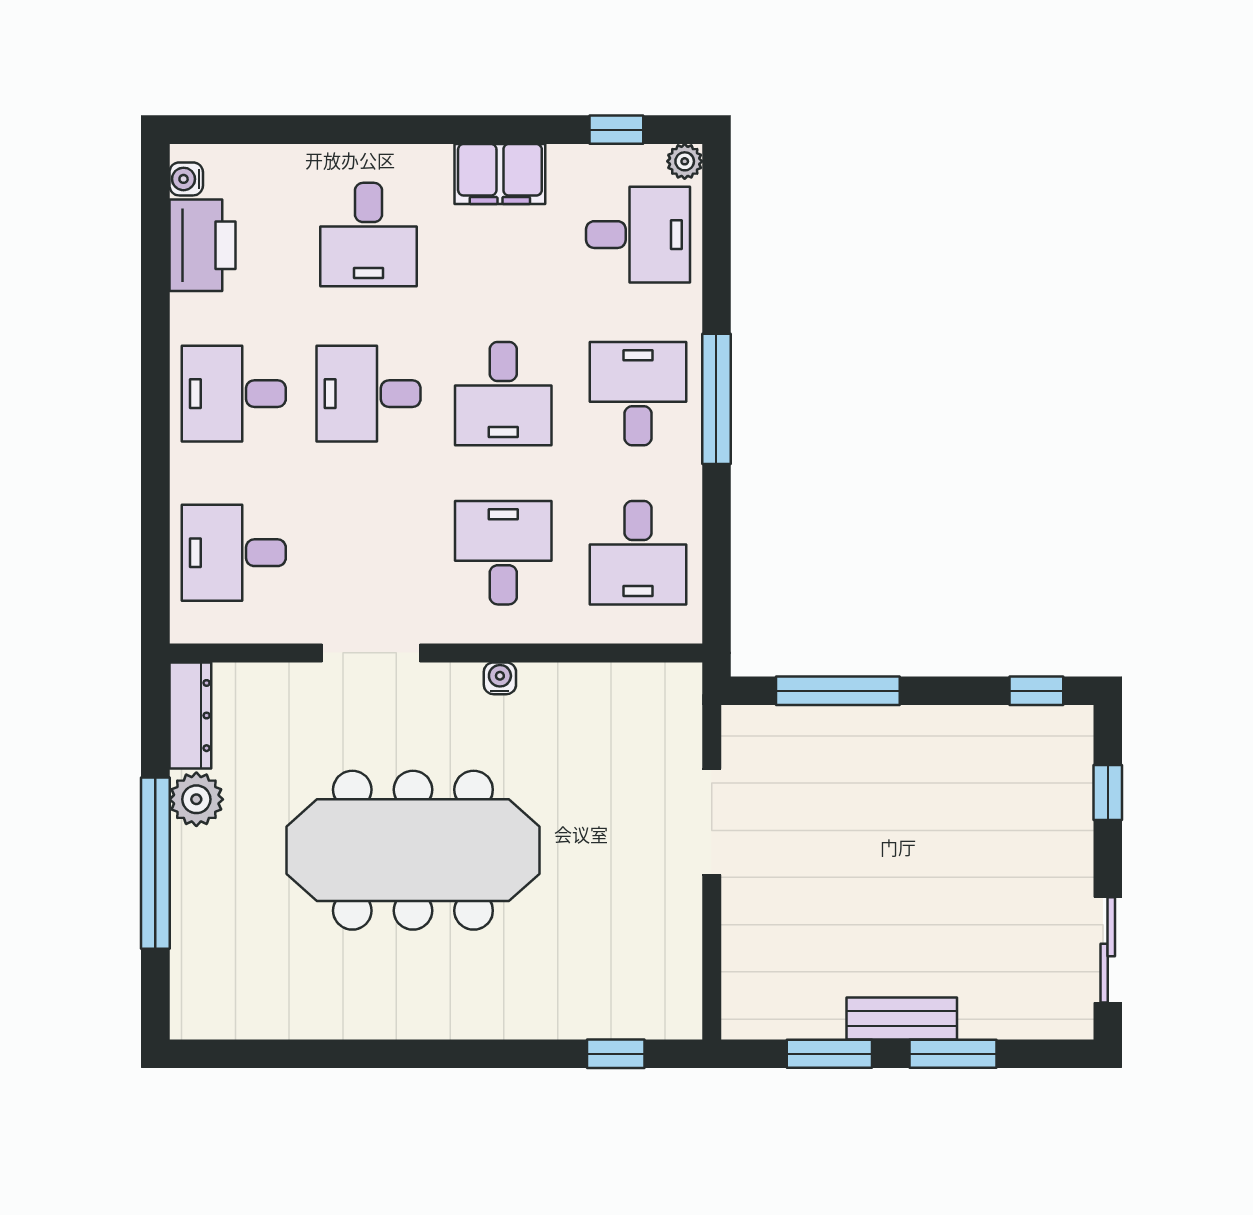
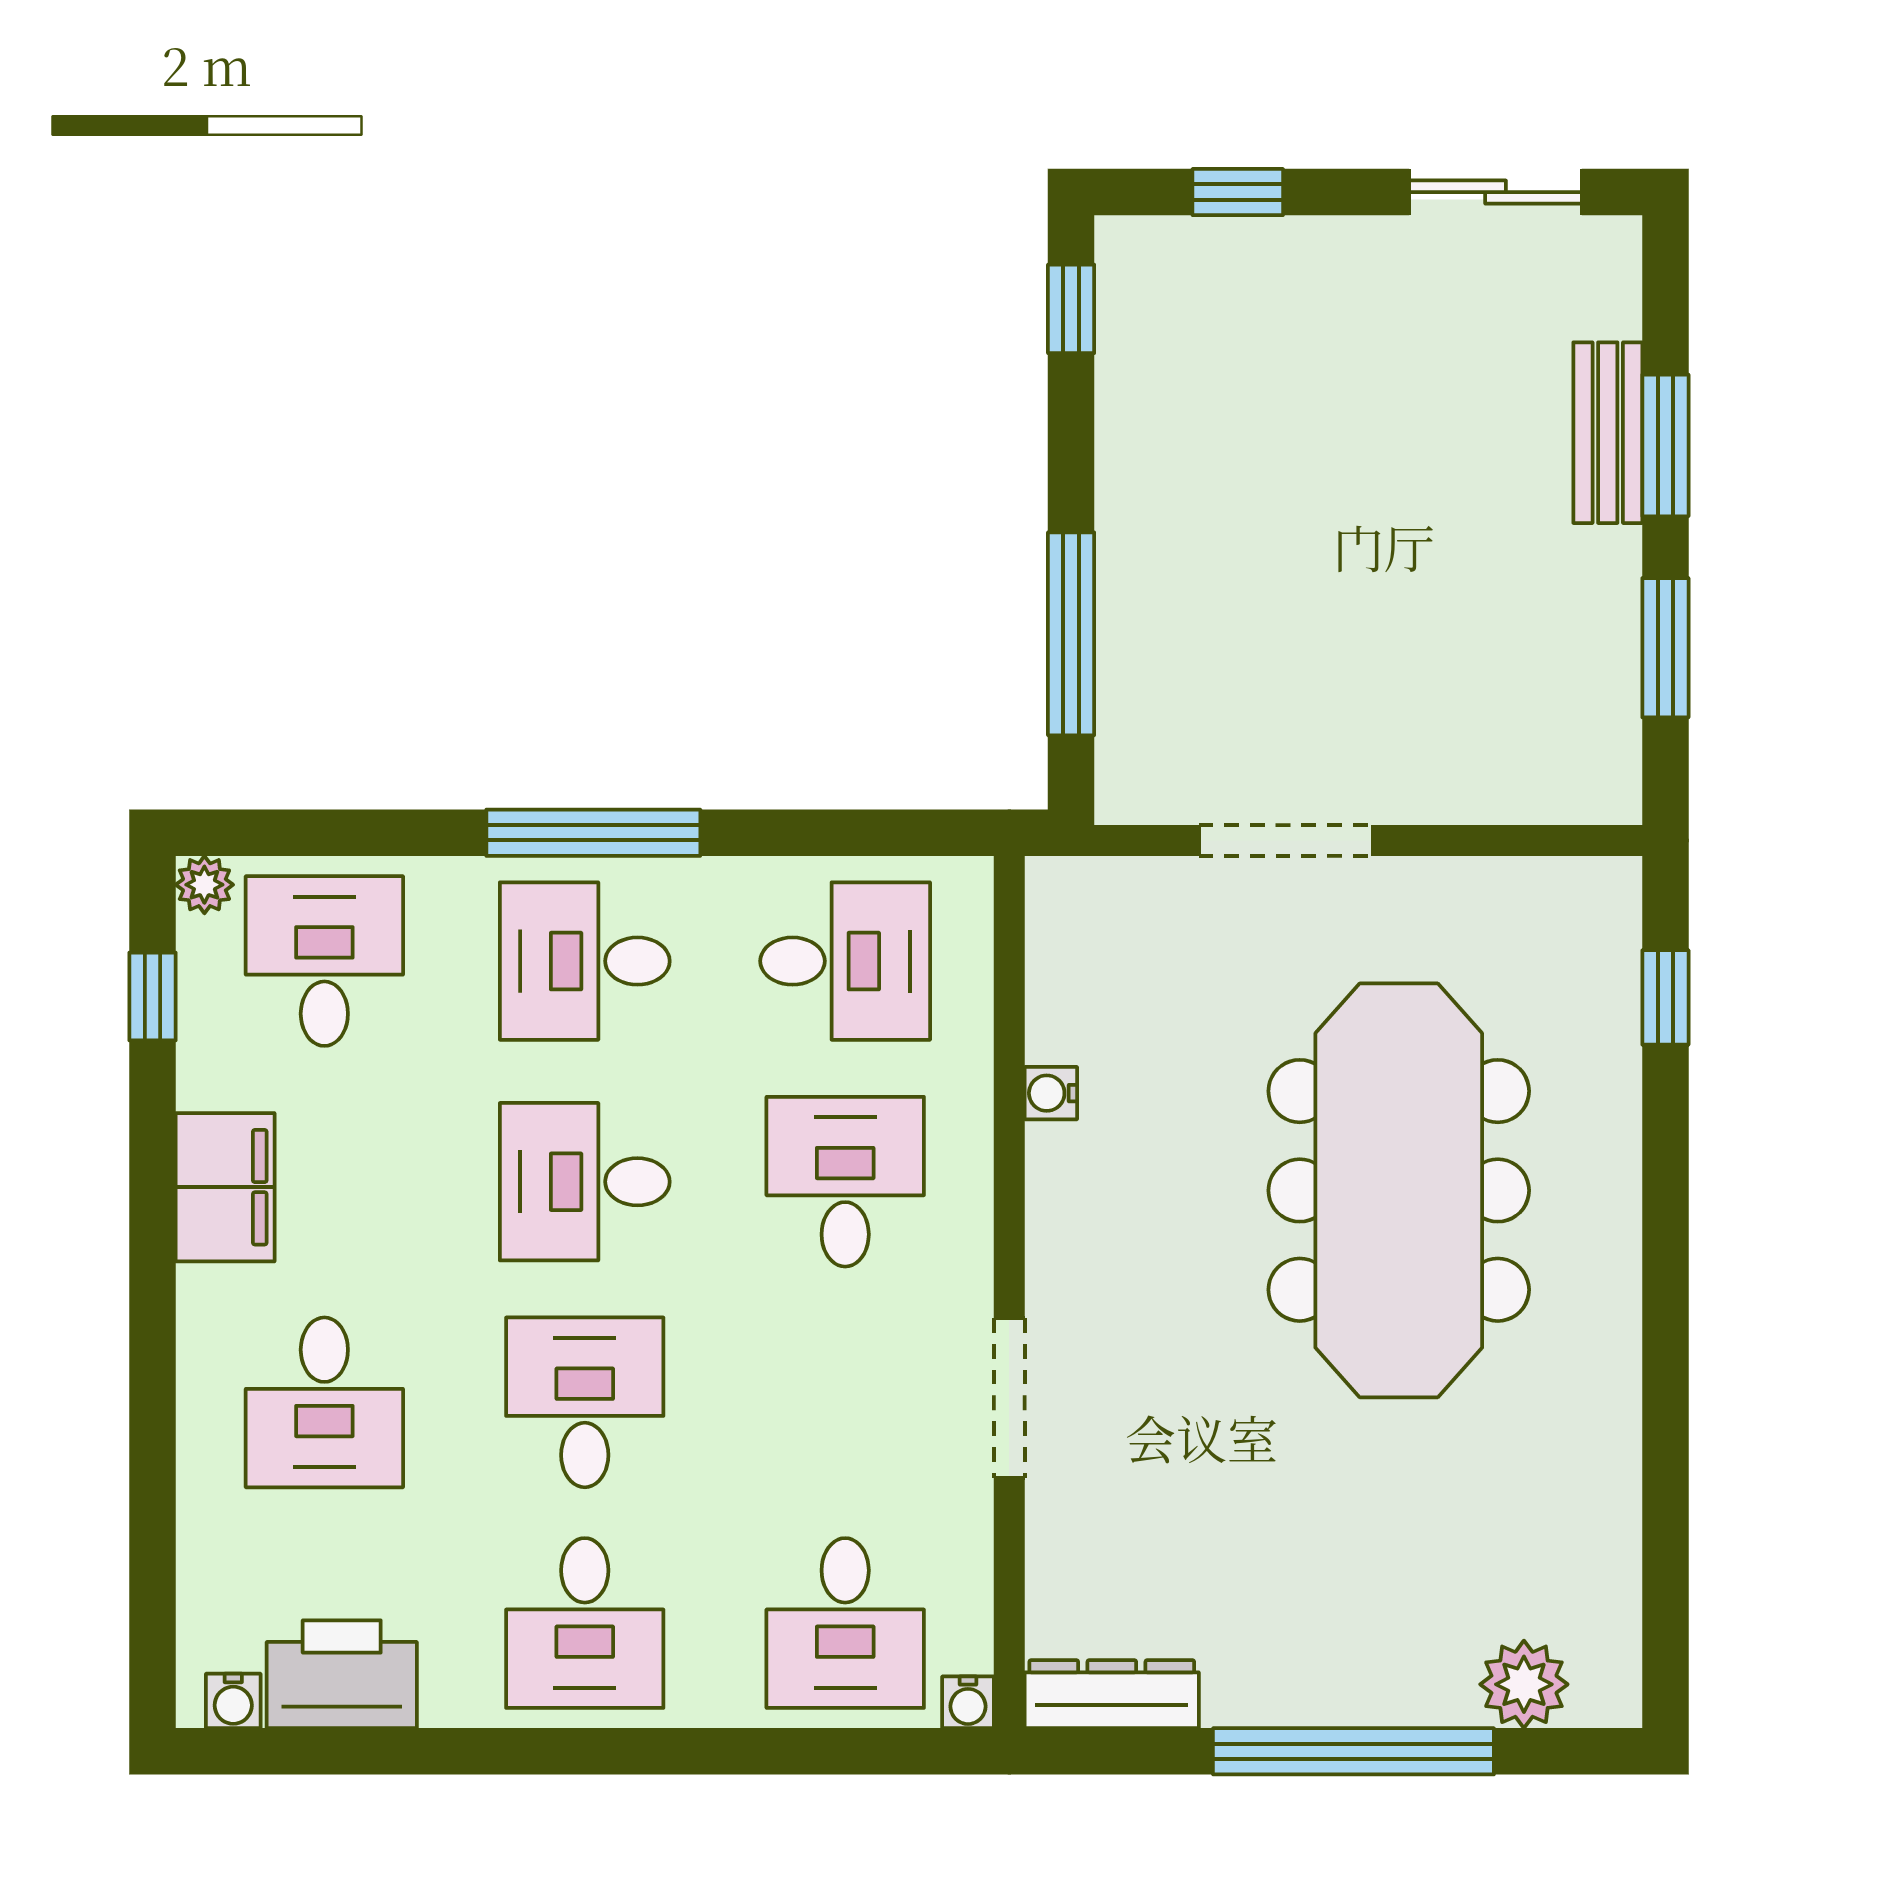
desk: (369, 235) -> (324, 1402), turned 90
desk: (369, 394) -> (585, 1402), turned 180
desk: (503, 394) -> (585, 1182), turned 180
desk: (503, 553) -> (845, 1182), turned 90
water cooler: (185, 628) -> (968, 1702), added
water cooler: (500, 678) -> (1051, 1093), moved
plant: (196, 799) -> (1524, 1684), moved
meeting table: (413, 850) -> (1399, 1190), moved
bench: (902, 1018) -> (1608, 433), moved

